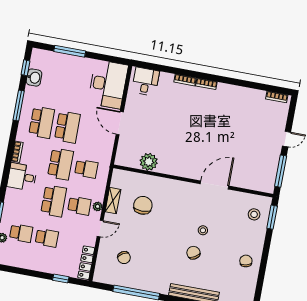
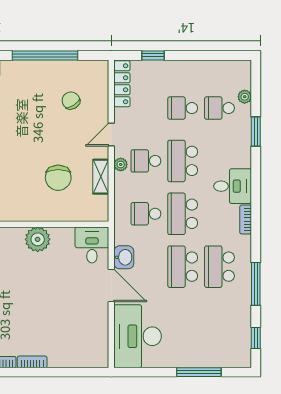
washbasin: (34, 78) -> (124, 257), moved, turned 180
desk: (146, 81) -> (92, 245), moved, turned 180
plant: (149, 162) -> (38, 239), moved

